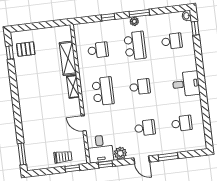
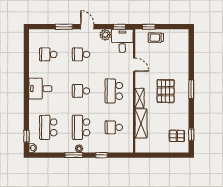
school desk: (172, 41) -> (48, 127), width x1.85
pallet: (45, 98) -> (166, 91), added
window: (22, 154) -> (191, 89), moved

